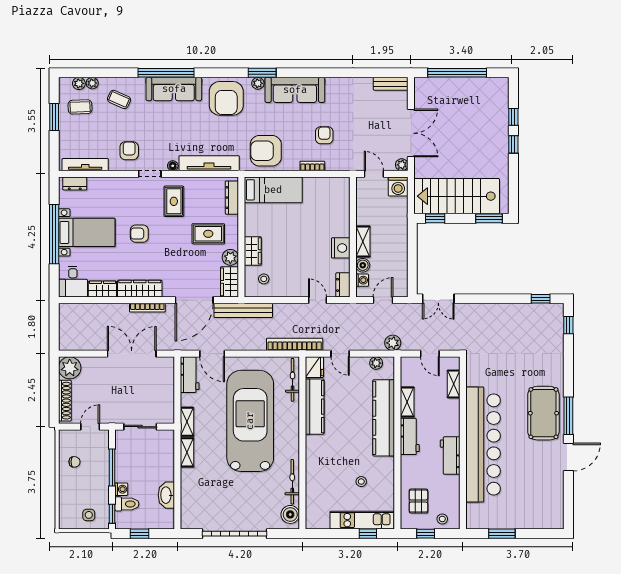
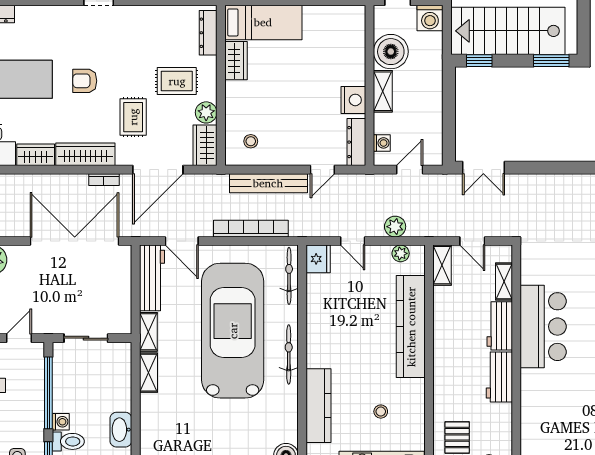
rug: (174, 201) -> (133, 117), moved
wardrobe: (253, 251) -> (236, 61), moved
boiler: (363, 265) -> (391, 52), moved, width x1.86, depth x1.86
dresser: (343, 285) -> (356, 142), width x1.44
door: (317, 300) -> (322, 170), swing flipped
bookcase: (147, 308) -> (104, 180), width x0.64
bench: (243, 310) -> (268, 183), moved
plant: (393, 343) -> (395, 227), moved
bookcase: (295, 344) -> (251, 229), moved
double door: (132, 354) -> (75, 241), width x1.36
workbench: (190, 375) -> (152, 278), width x1.37
shelving: (407, 402) -> (442, 265), moved
kitchen counter: (315, 407) -> (318, 406), moved
workbench: (410, 436) -> (500, 326), moved, turned 180
bar counter: (483, 444) -> (543, 327), width x0.54
window: (112, 468) -> (48, 393), width x1.46
bicycle: (292, 482) -> (289, 354), moved

